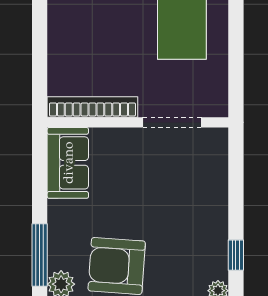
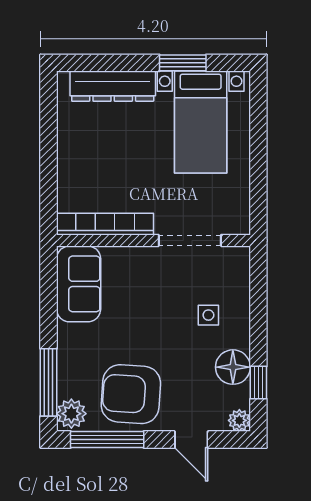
side table: (189, 192) -> (208, 315), added
floor lamp: (212, 241) -> (233, 367), added

